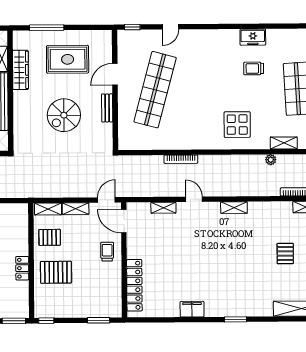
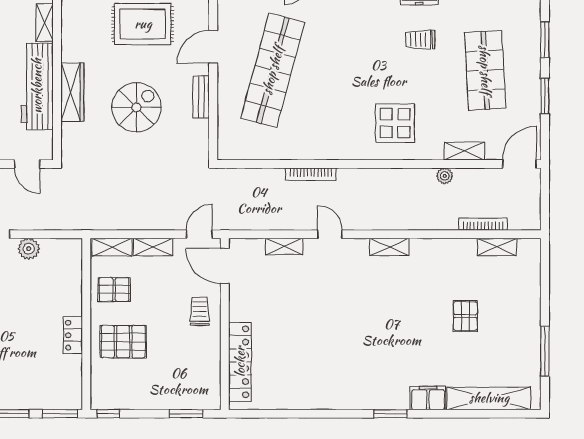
wardrobe: (21, 70) -> (72, 92), moved
spiral stairs: (64, 115) -> (137, 107), turned 180
filing cabinet: (192, 309) -> (428, 398), moved

